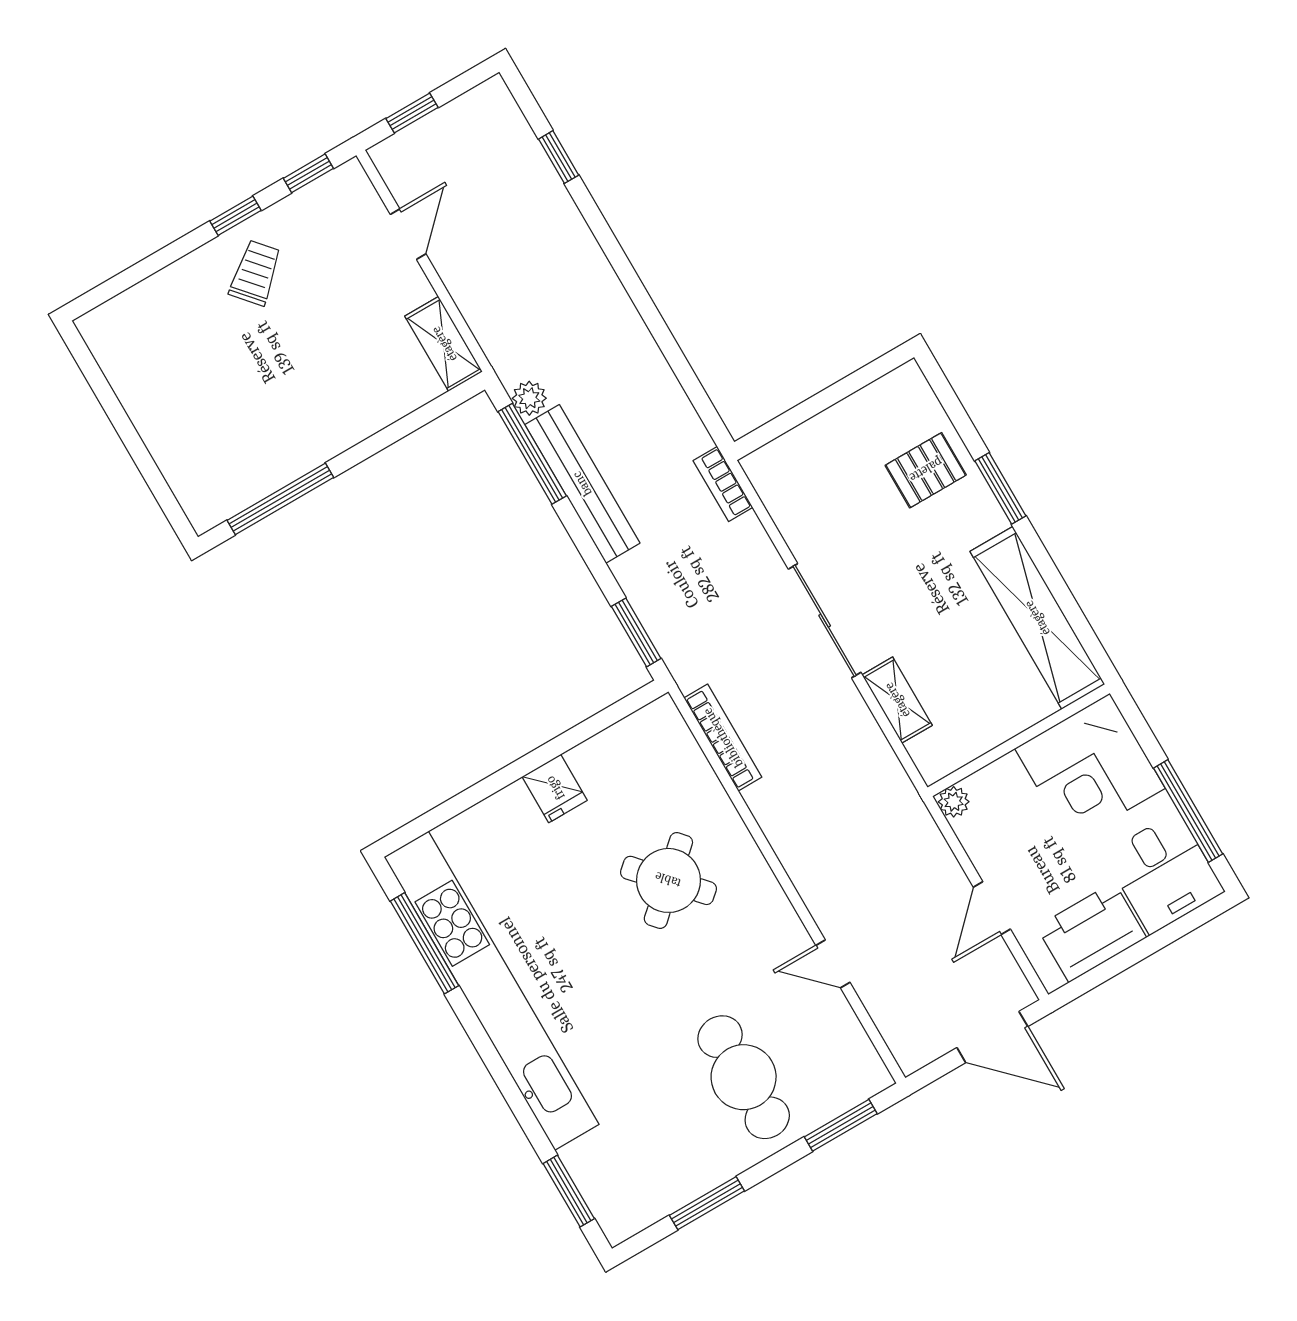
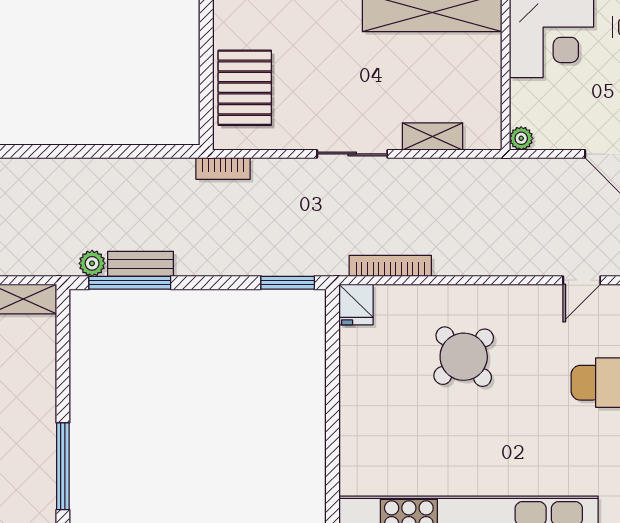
pallet: (926, 470) -> (245, 88), moved, width x1.50, depth x1.42
bench: (582, 484) -> (141, 264), width x0.54, depth x0.82
sliding door: (825, 621) -> (352, 154), width x0.73
fridge: (555, 788) -> (356, 304), moved, turned 90

